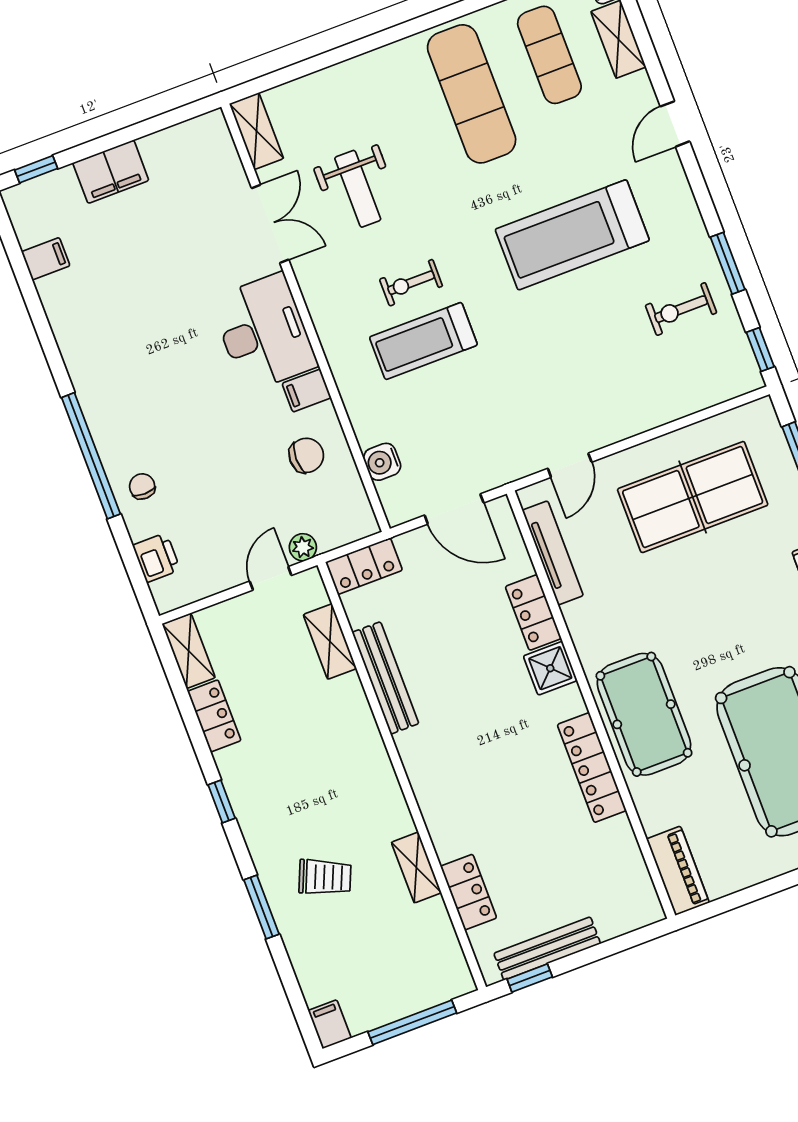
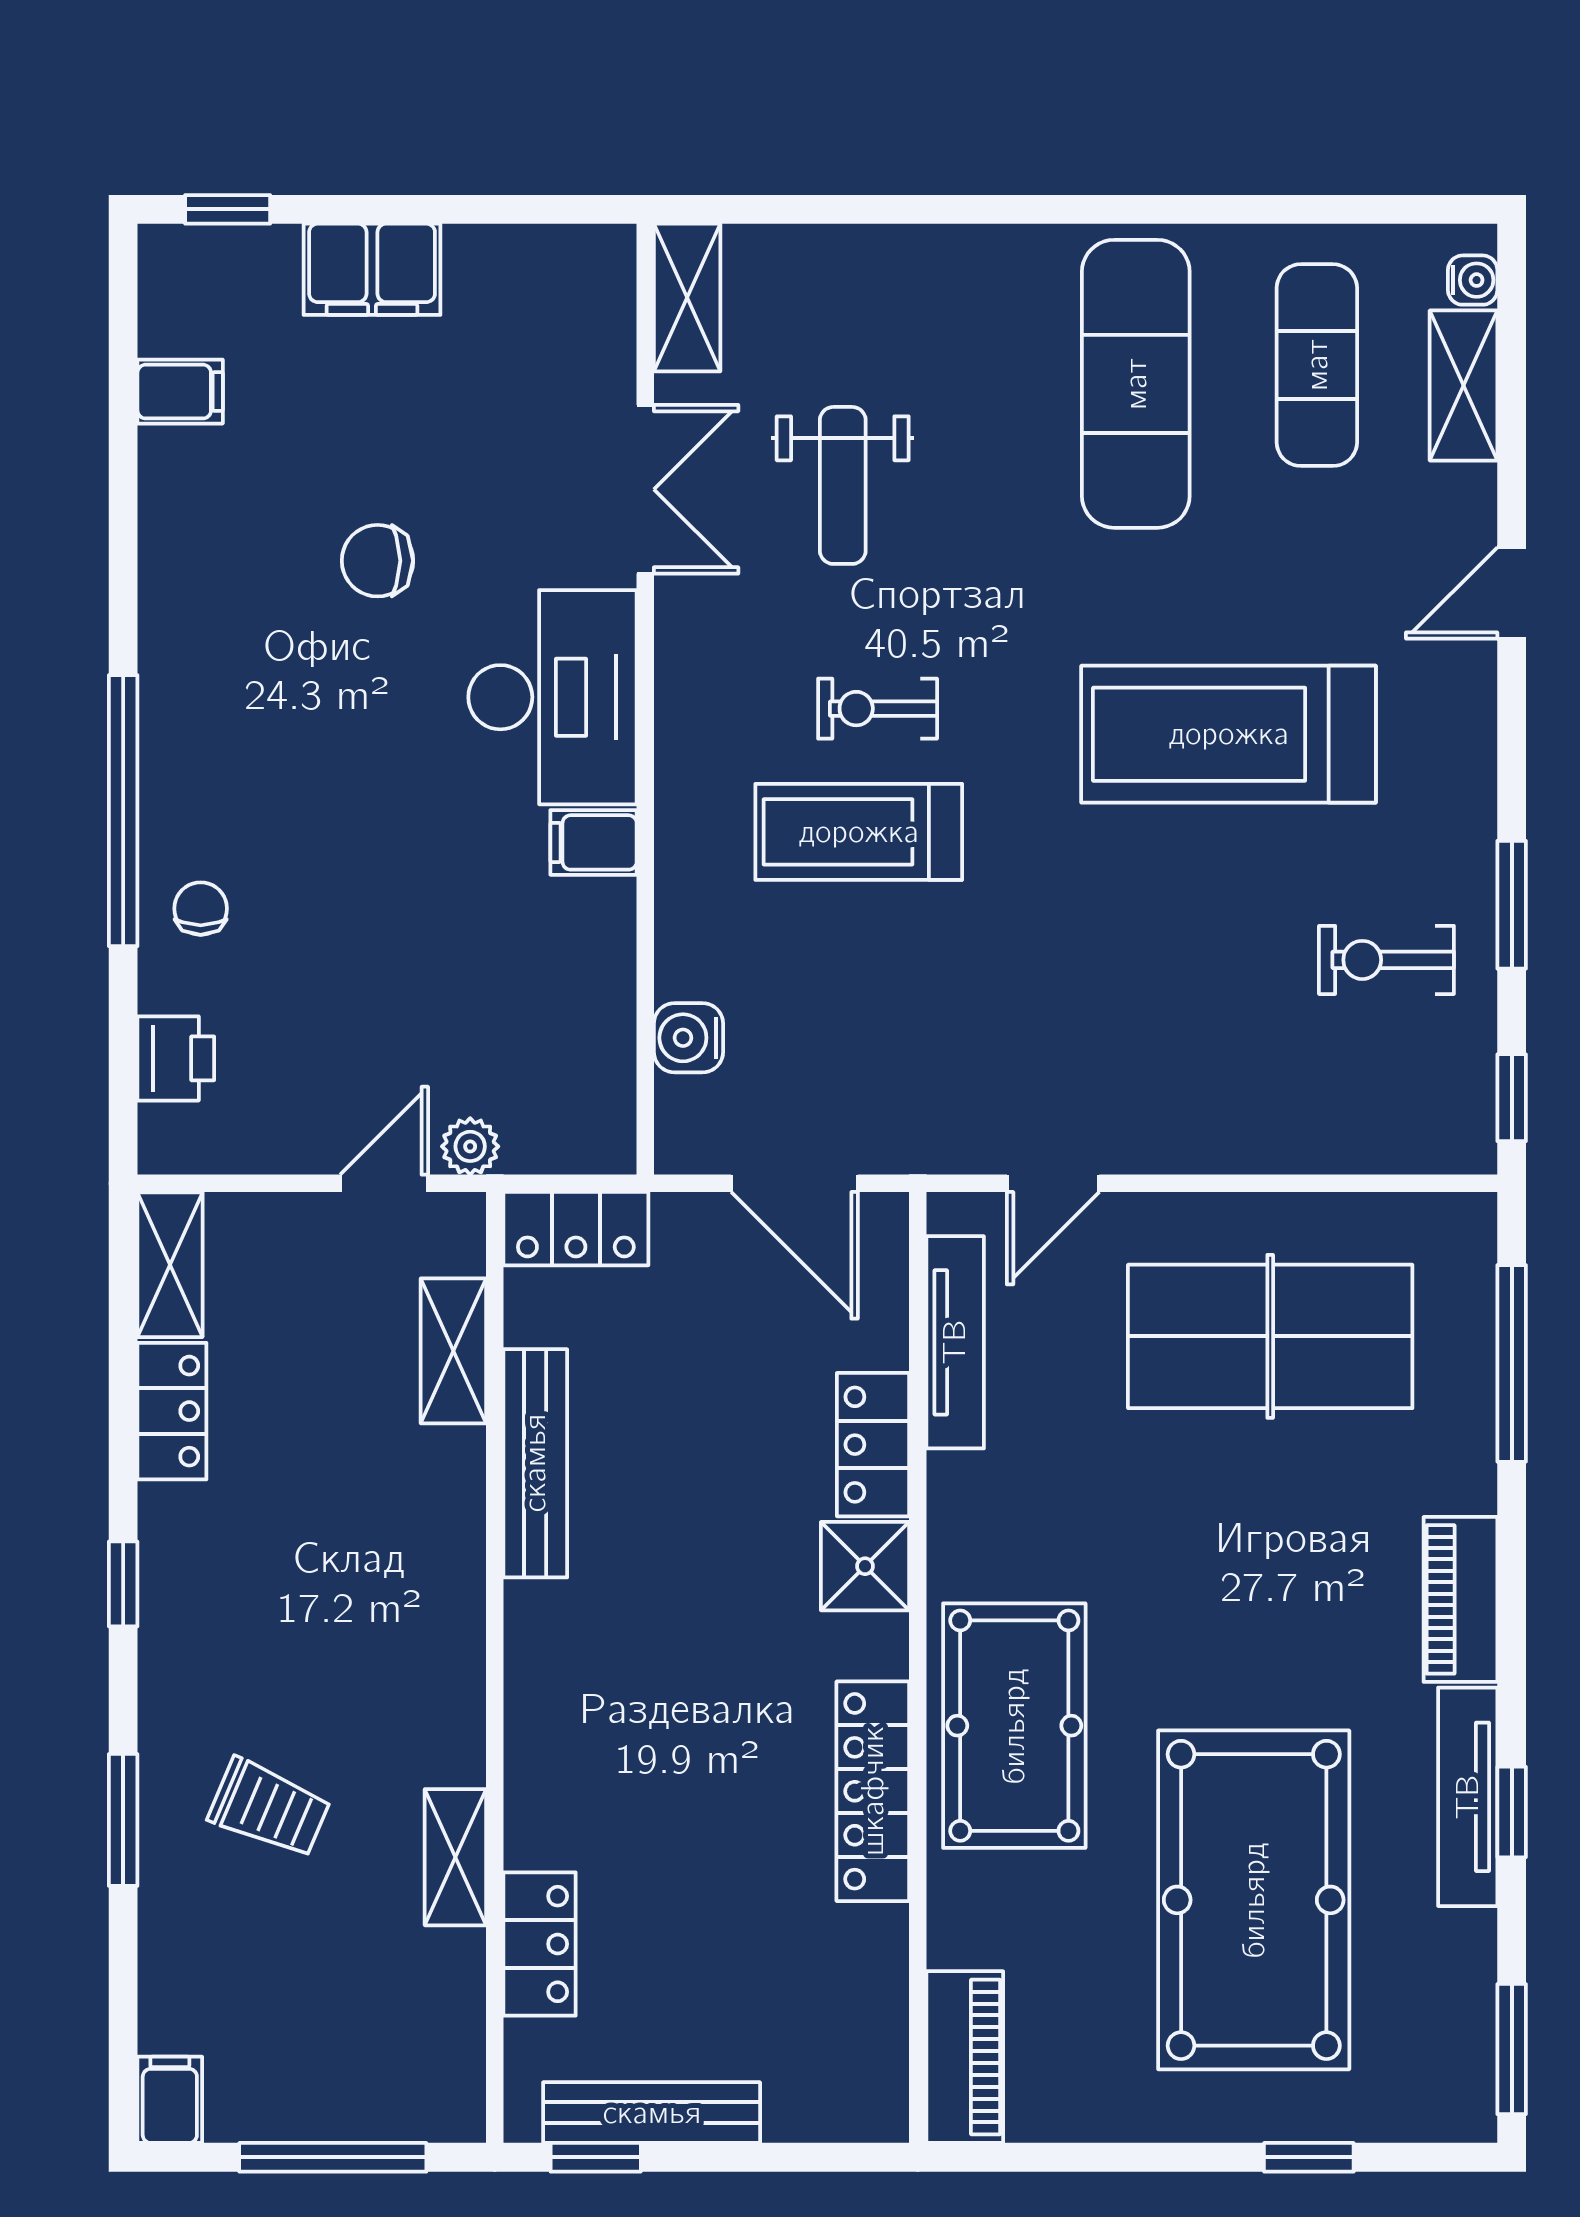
chair: (306, 455) -> (377, 561), moved, turned 180

